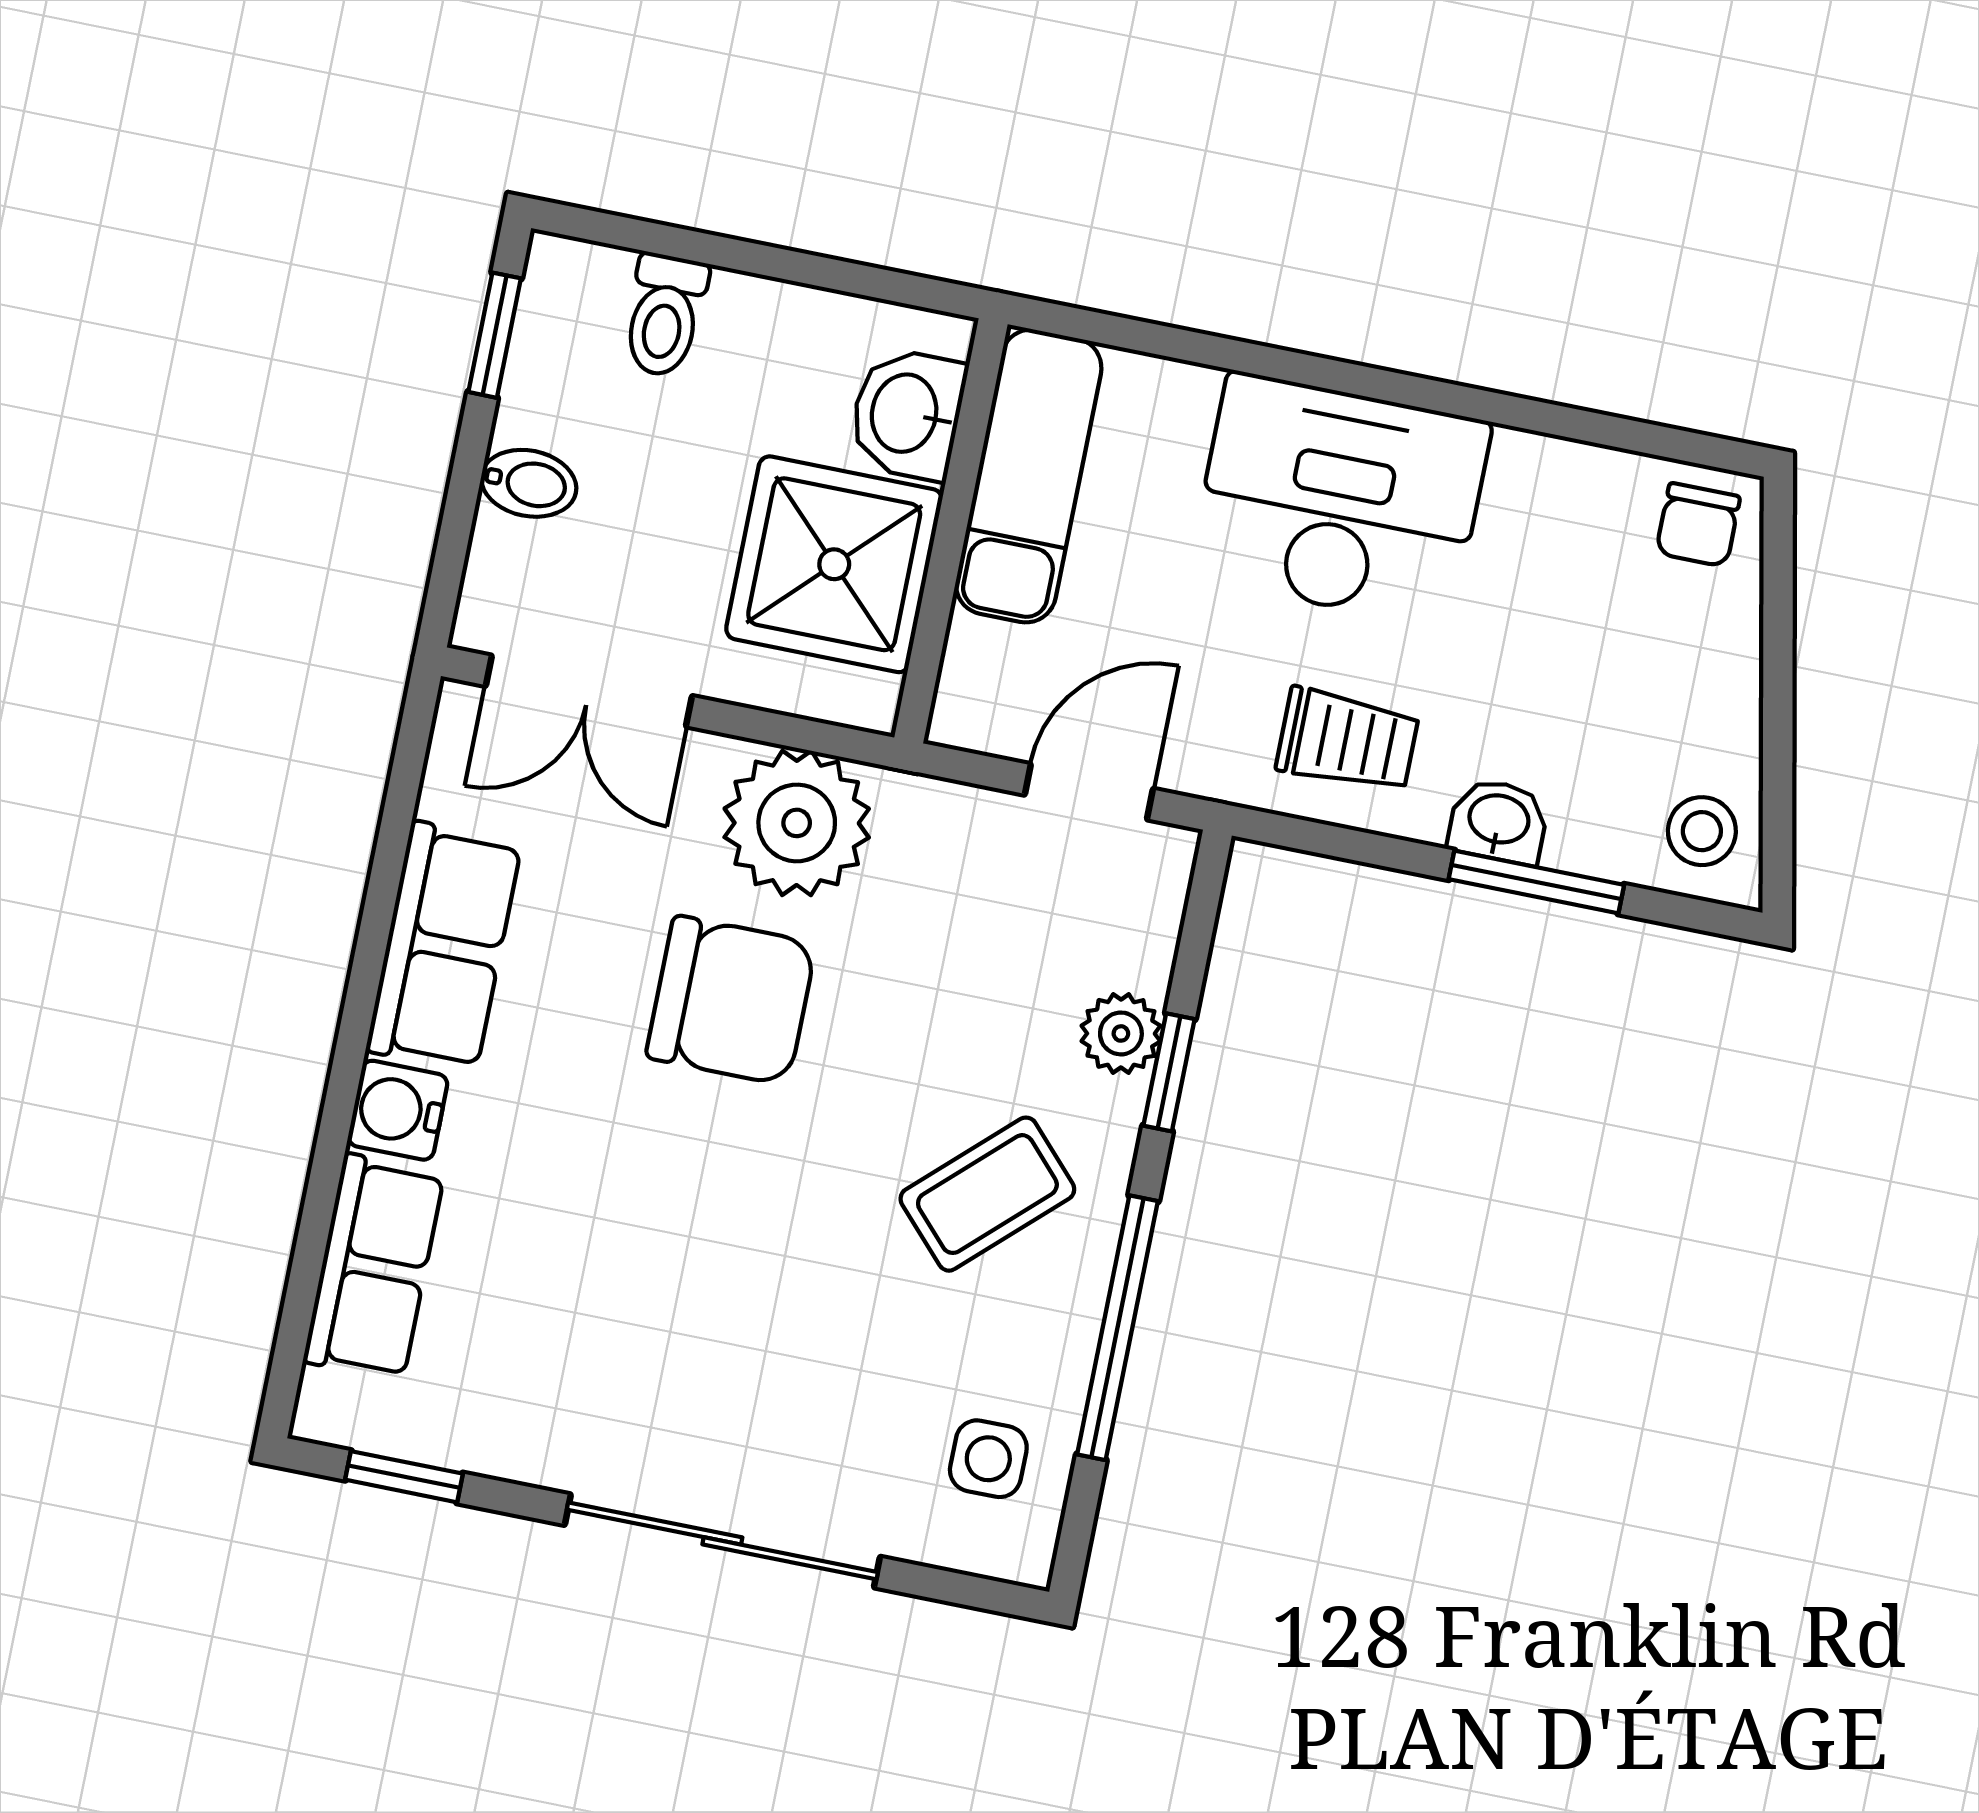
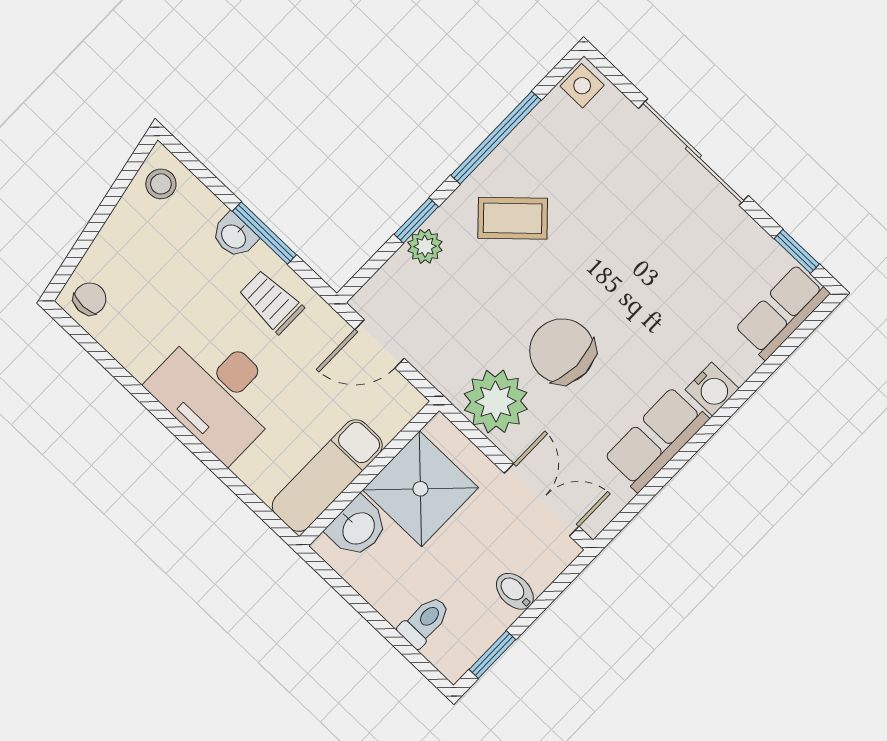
window: (1536, 882) -> (264, 233), moved
row of seats: (374, 1267) -> (782, 312), moved
side table: (988, 1459) -> (582, 86), moved

